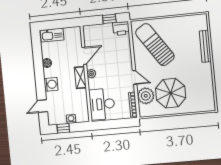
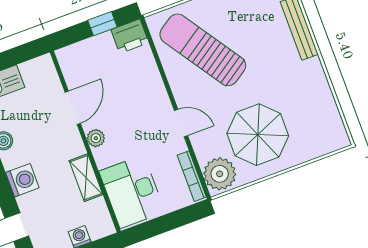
shelving: (80, 78) -> (86, 178), moved
plant: (146, 96) -> (220, 174), moved

